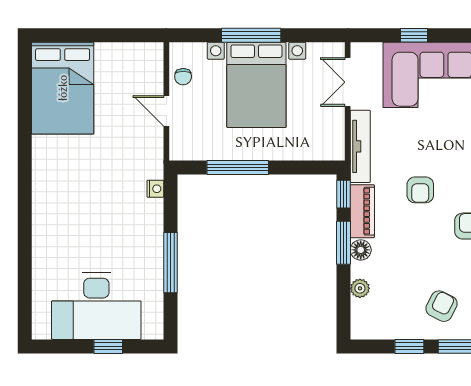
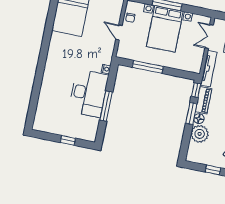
plant: (360, 288) -> (200, 134), width x1.87, depth x1.87
desk: (96, 306) -> (88, 93), moved, turned -90

